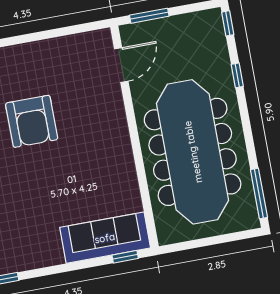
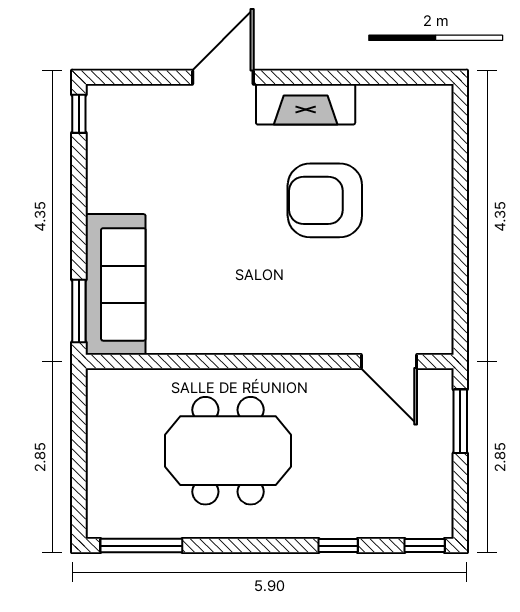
meeting table: (193, 152) -> (228, 451), width x0.54, depth x0.79
window: (125, 257) -> (79, 311), width x1.50

